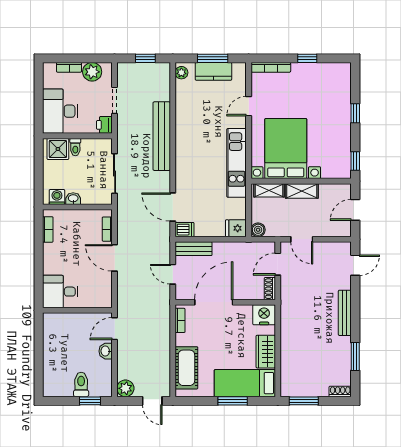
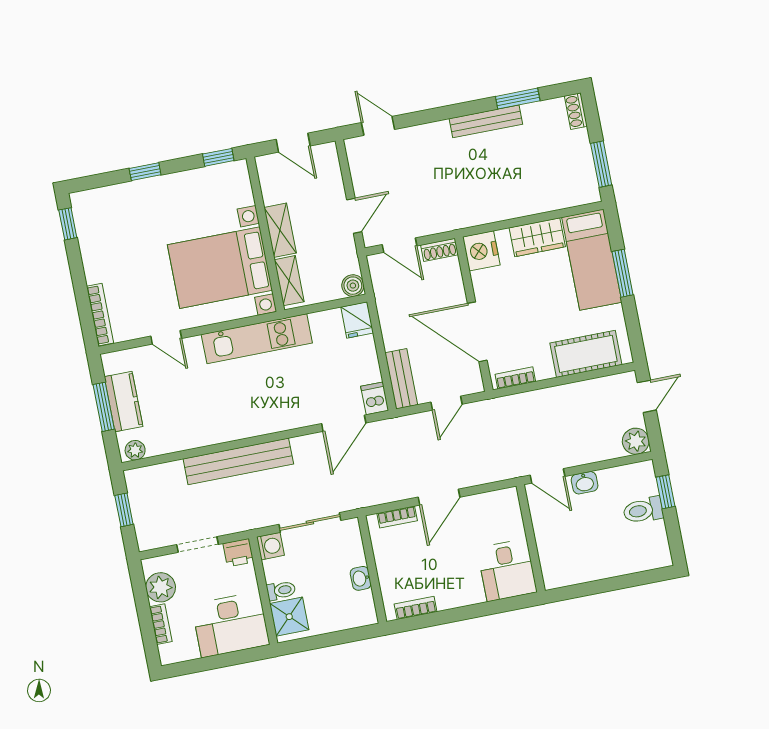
window: (307, 58) -> (68, 224), moved
washing machine: (57, 197) -> (270, 546), moved, turned 180
bench: (345, 313) -> (486, 121), moved

